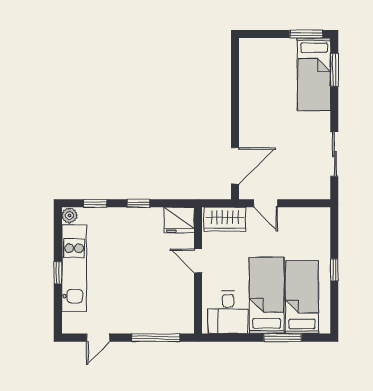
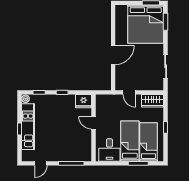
bed: (314, 74) -> (146, 24), width x2.04
door: (235, 166) -> (113, 55), moved
wardrobe: (225, 219) -> (153, 101), moved

